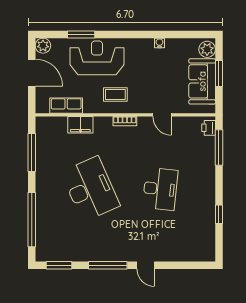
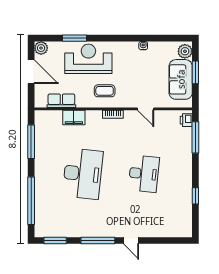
desk: (90, 189) -> (83, 174), turned 30

